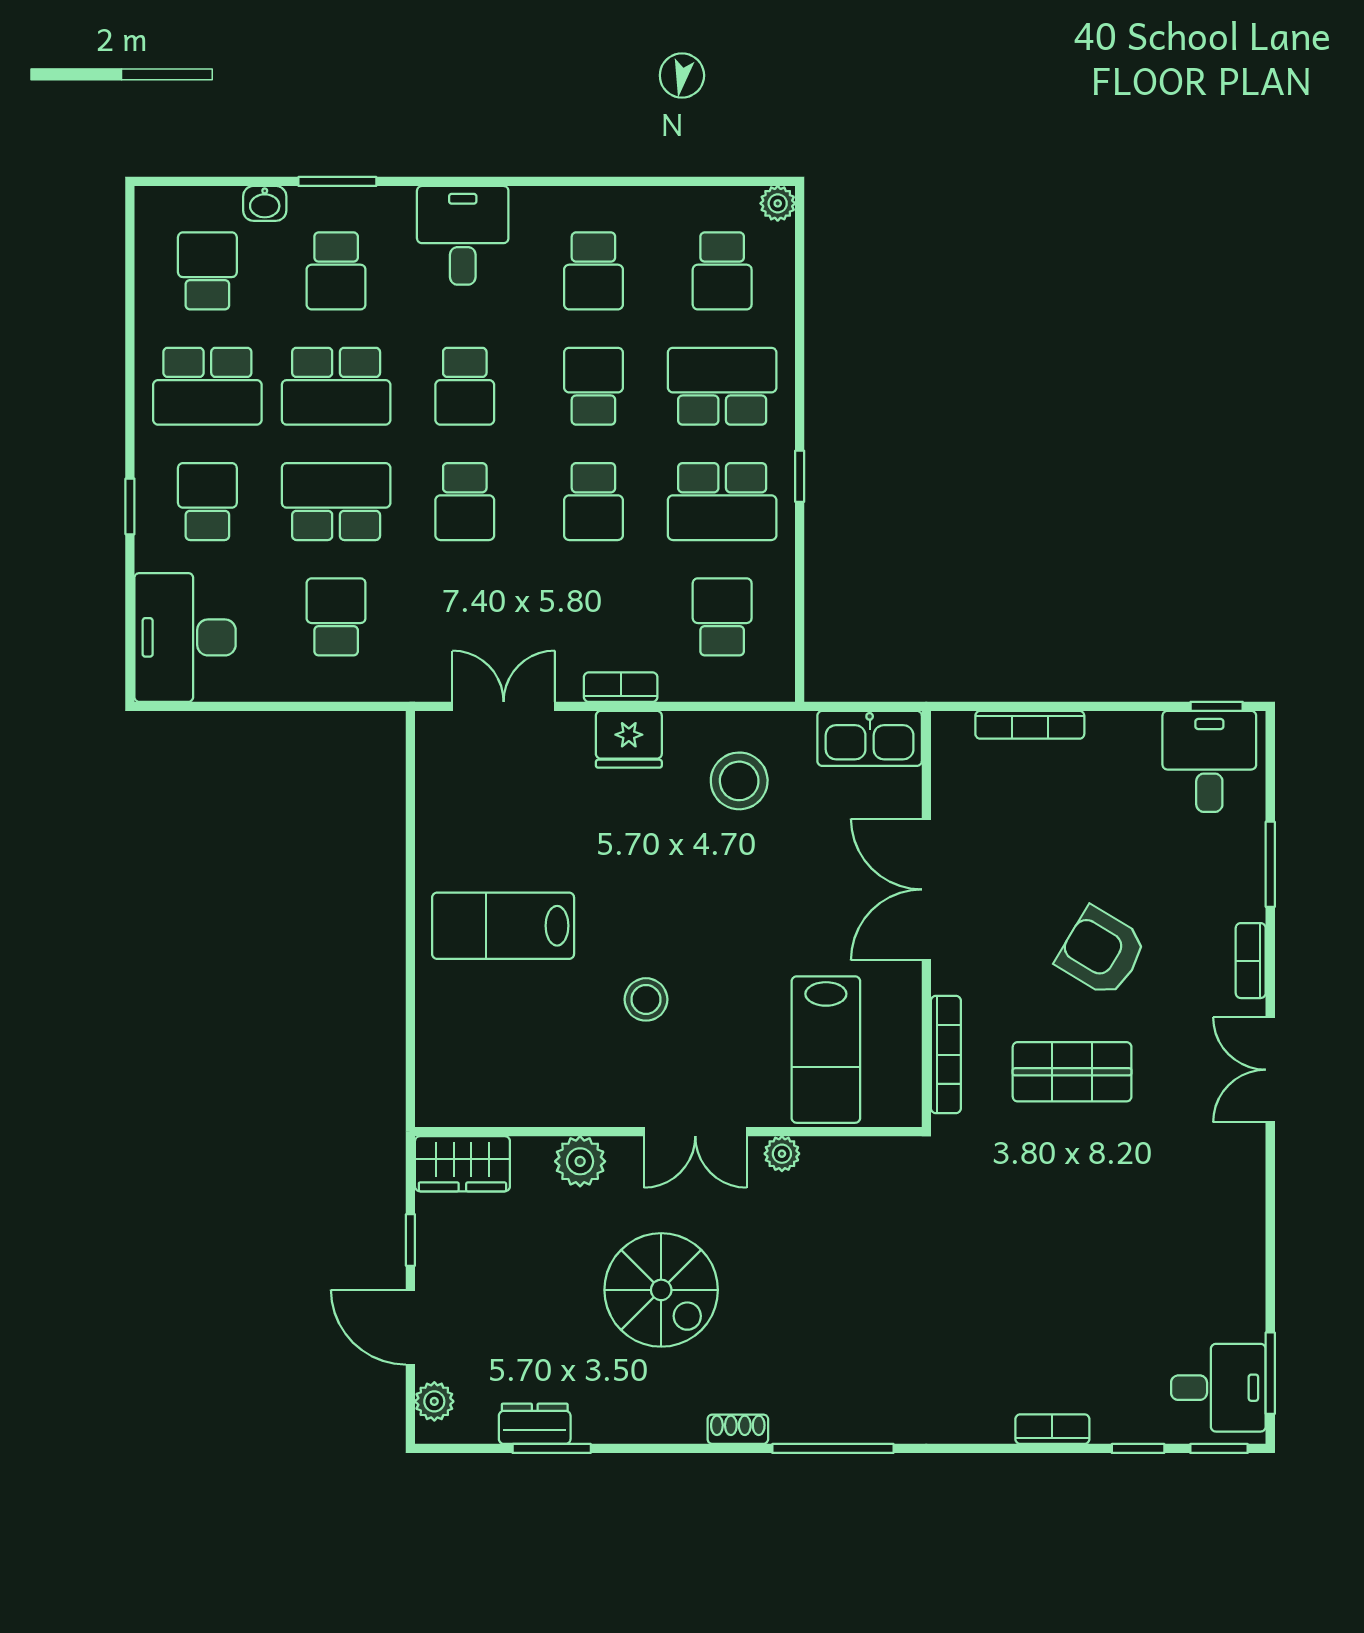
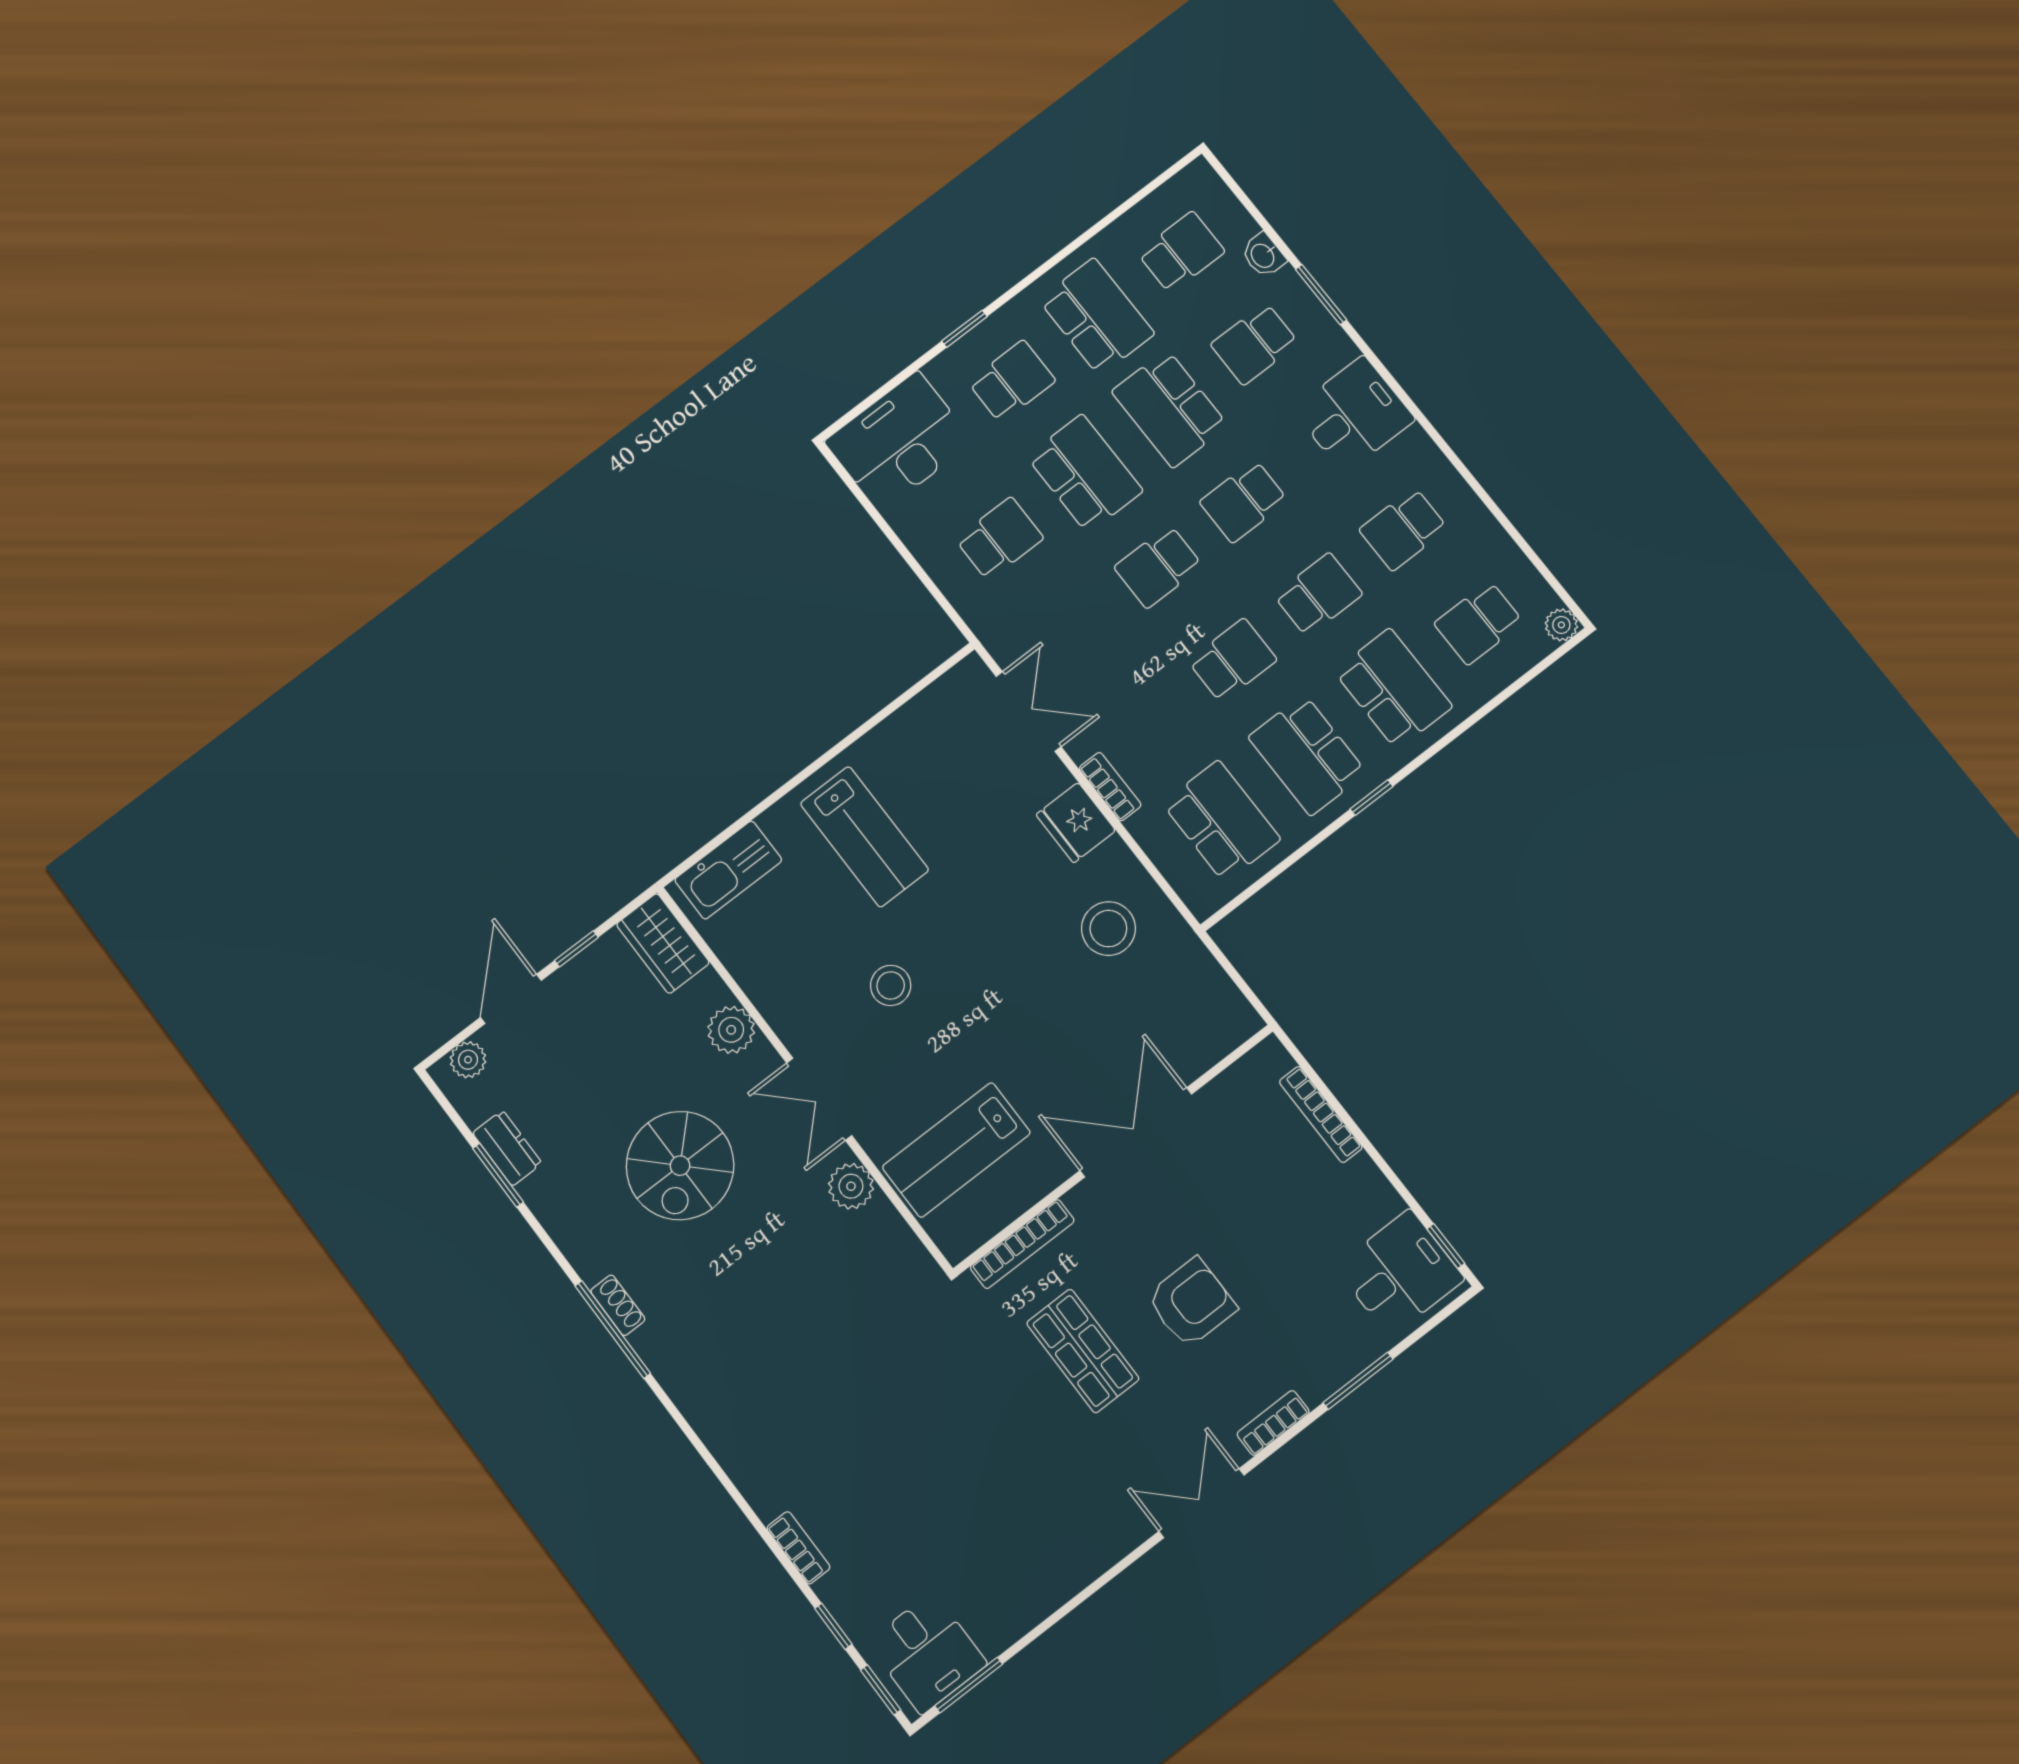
school desk: (207, 386) -> (1097, 317), turned 180
school desk: (593, 502) -> (1233, 660), turned 180
school desk: (722, 617) -> (1221, 821), width x1.85
kitchen sink: (870, 738) -> (728, 870), moved, turned -90
lab bench: (503, 926) -> (864, 837), turned 180
armchair: (1102, 952) -> (1191, 1303), turned 59
plant: (782, 1154) -> (851, 1186), width x1.38, depth x1.38
window: (833, 1448) -> (613, 1330), moved

